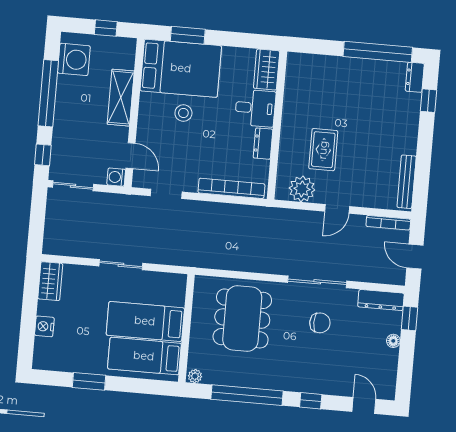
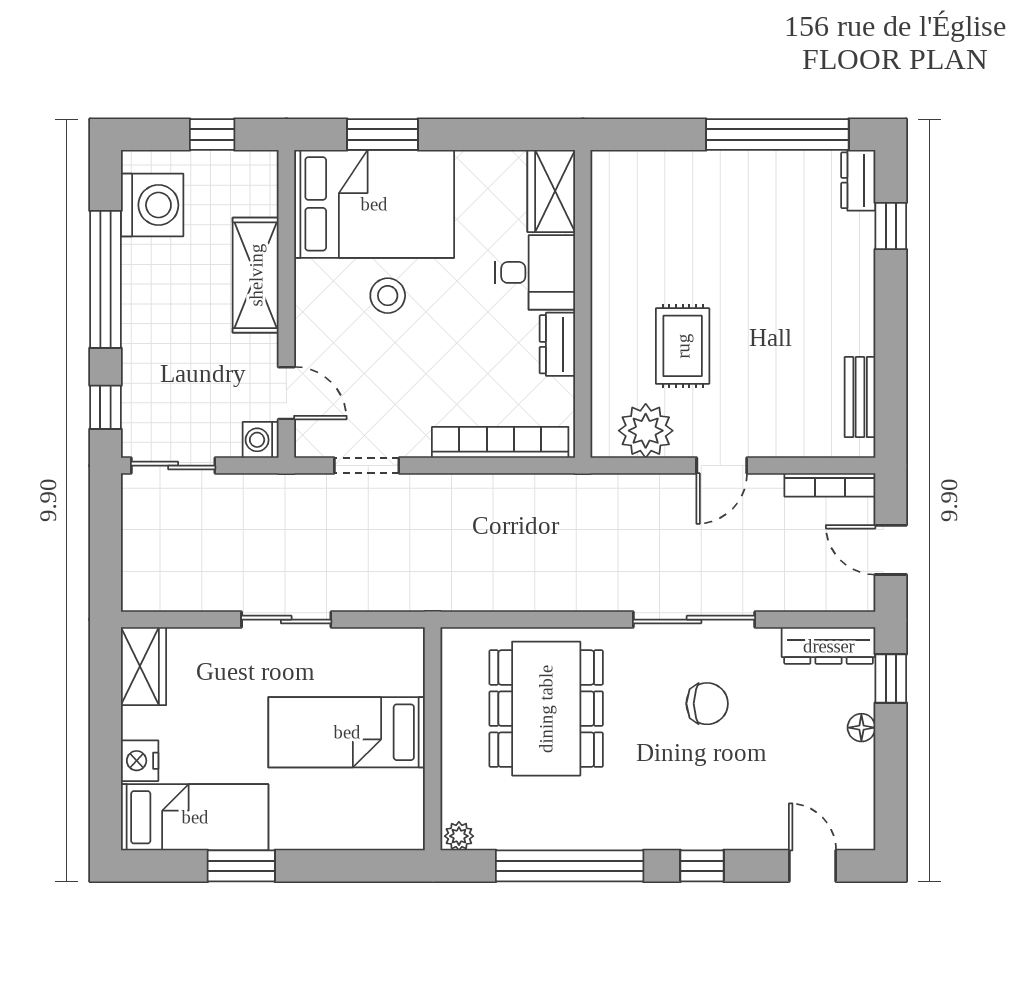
bench: (407, 182) -> (860, 397), width x0.73
bed: (144, 356) -> (195, 817), moved, turned 180

